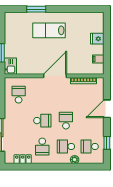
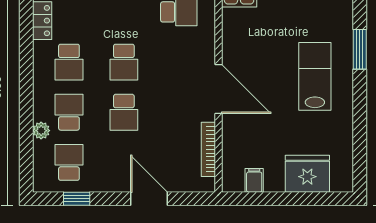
fridge: (97, 39) -> (307, 174), width x1.88, depth x1.34
school desk: (66, 121) -> (124, 112), turned 90
school desk: (42, 147) -> (69, 62), turned -90

